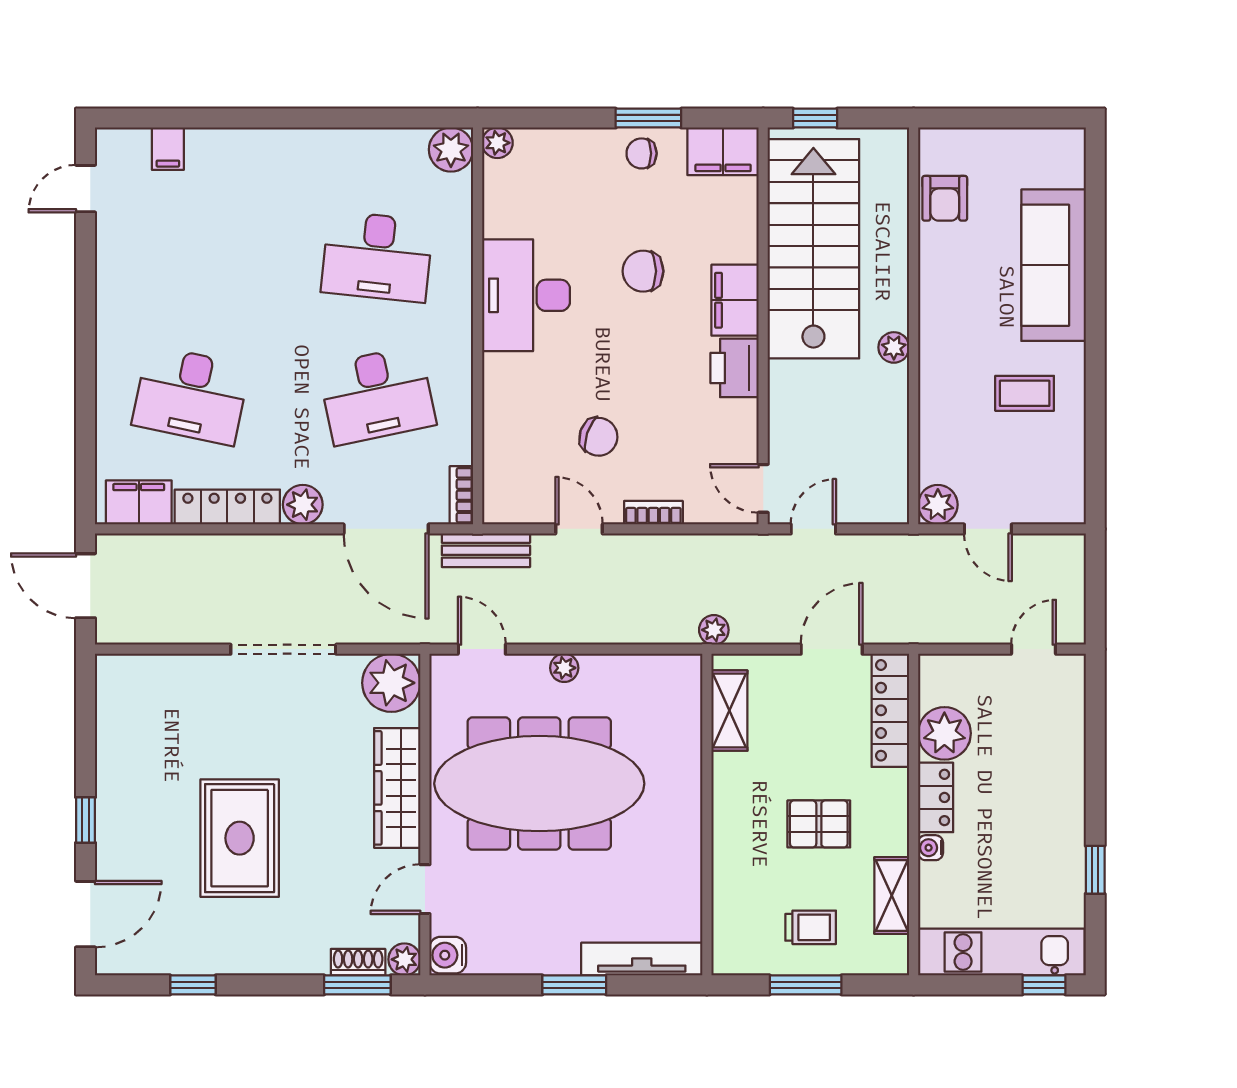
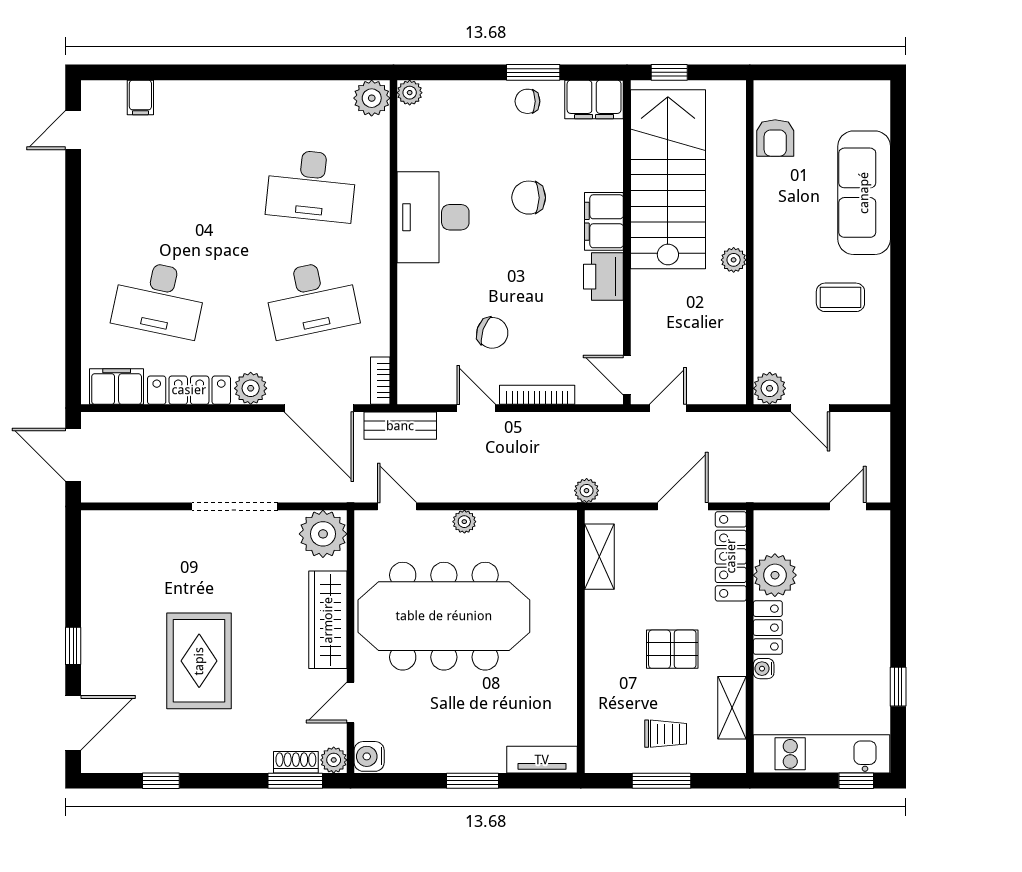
bookcase: (653, 513) -> (537, 395), width x1.56
tv unit: (642, 959) -> (542, 760), width x0.71

